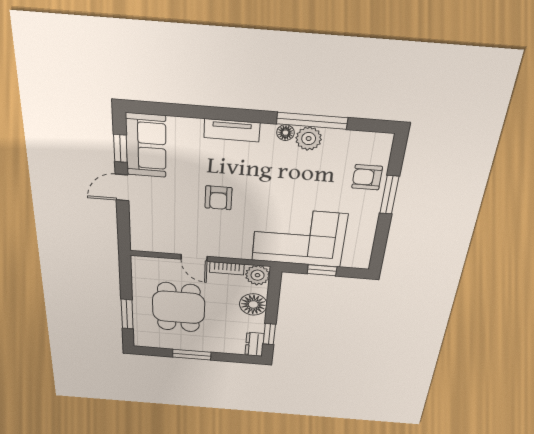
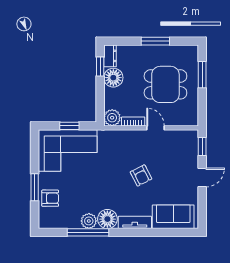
floor lamp: (285, 133) -> (107, 219), width x1.89, depth x1.89
sofa: (146, 145) -> (173, 217), moved, turned 90
window: (120, 148) -> (202, 146), moved
armchair: (218, 198) -> (141, 175), turned 153
corner sofa: (299, 238) -> (68, 150), moved
floor lamp: (253, 304) -> (113, 78), moved
dining table: (179, 307) -> (165, 84), turned 90

